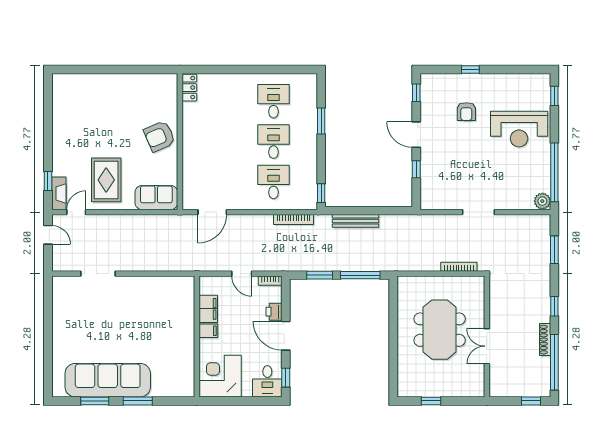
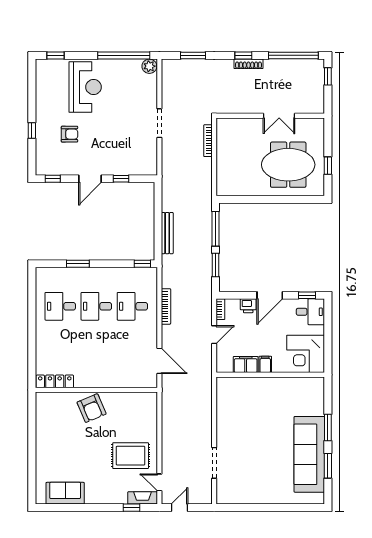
locker: (189, 88) -> (55, 381), width x1.53
sofa: (156, 198) -> (65, 493), moved, turned 90
bookcase: (294, 220) -> (166, 306), moved
meeting table: (440, 330) -> (288, 165), moved
shoe rack: (545, 340) -> (248, 64), moved

